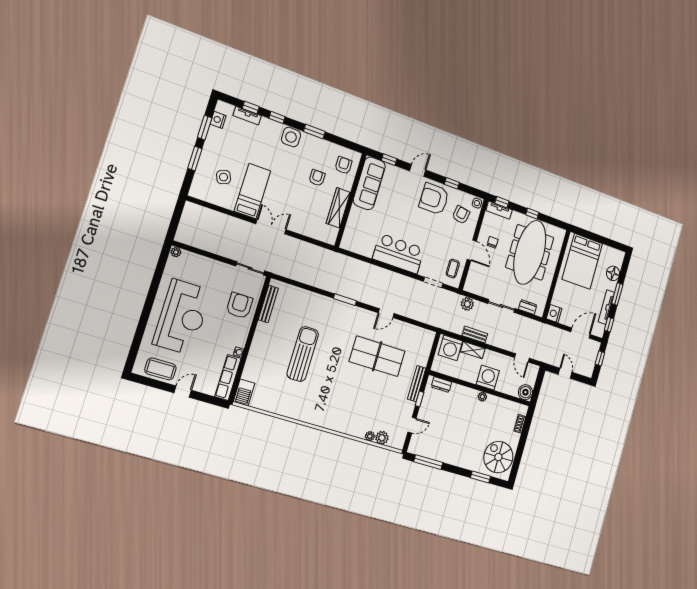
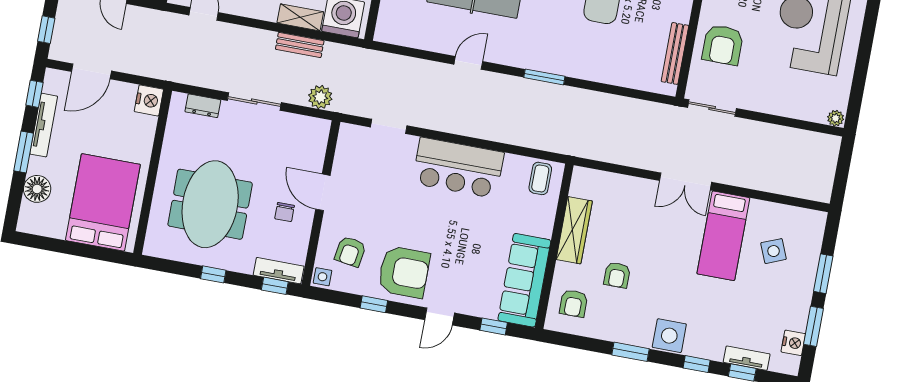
meeting table: (530, 252) -> (210, 204), width x0.73
coffee table: (453, 269) -> (540, 178), moved

